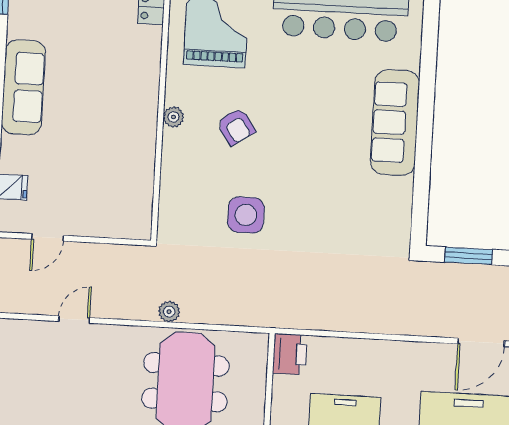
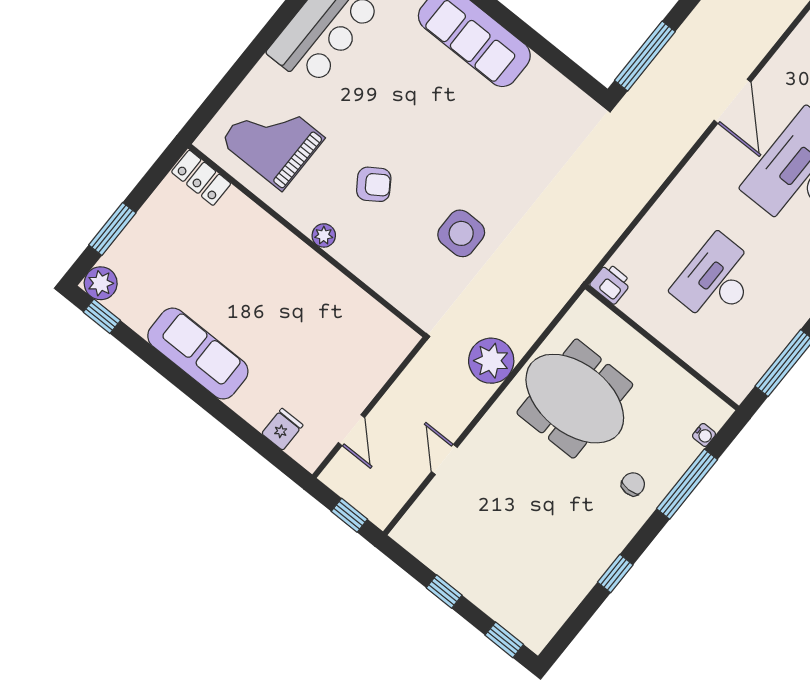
window: (469, 256) -> (645, 56), width x1.44
plant: (169, 312) -> (491, 361), width x1.87, depth x1.87
printer: (290, 354) -> (611, 283), width x0.73, depth x0.81

